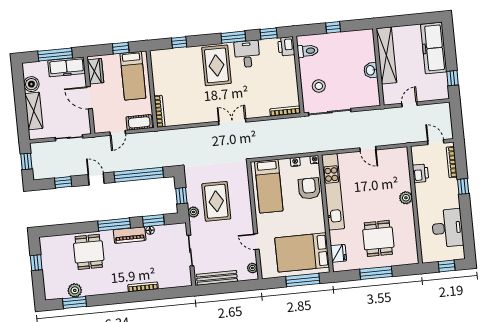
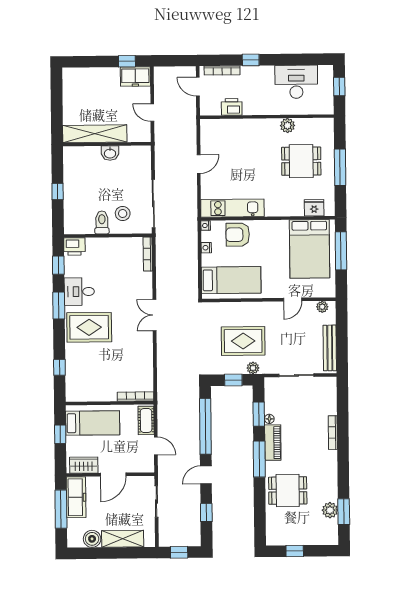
freezer: (434, 48) -> (135, 77), moved, width x0.52, depth x0.79
toilet: (308, 51) -> (102, 222), moved
door: (436, 142) -> (198, 87), hinge flipped
kitchen unit: (333, 192) -> (232, 208), width x0.73
plant: (406, 198) -> (287, 126), moved

